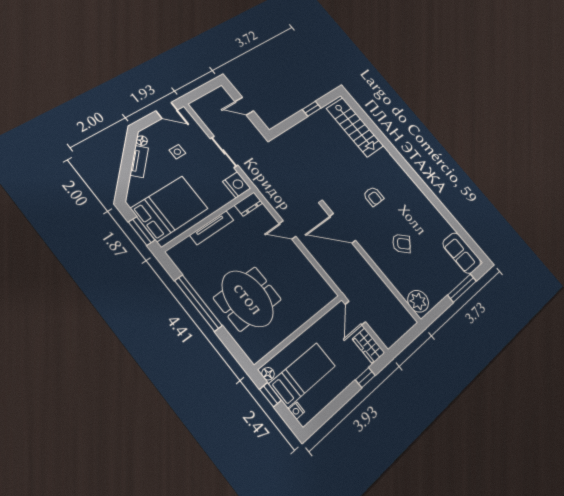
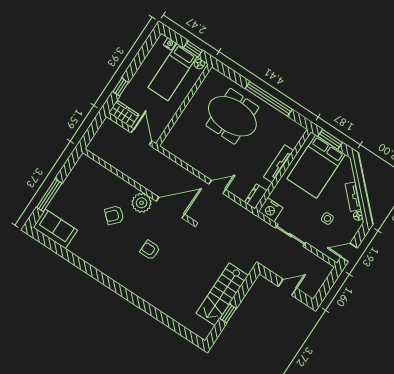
stairs: (355, 127) -> (222, 294), moved, turned -90
plant: (418, 301) -> (142, 203), moved

